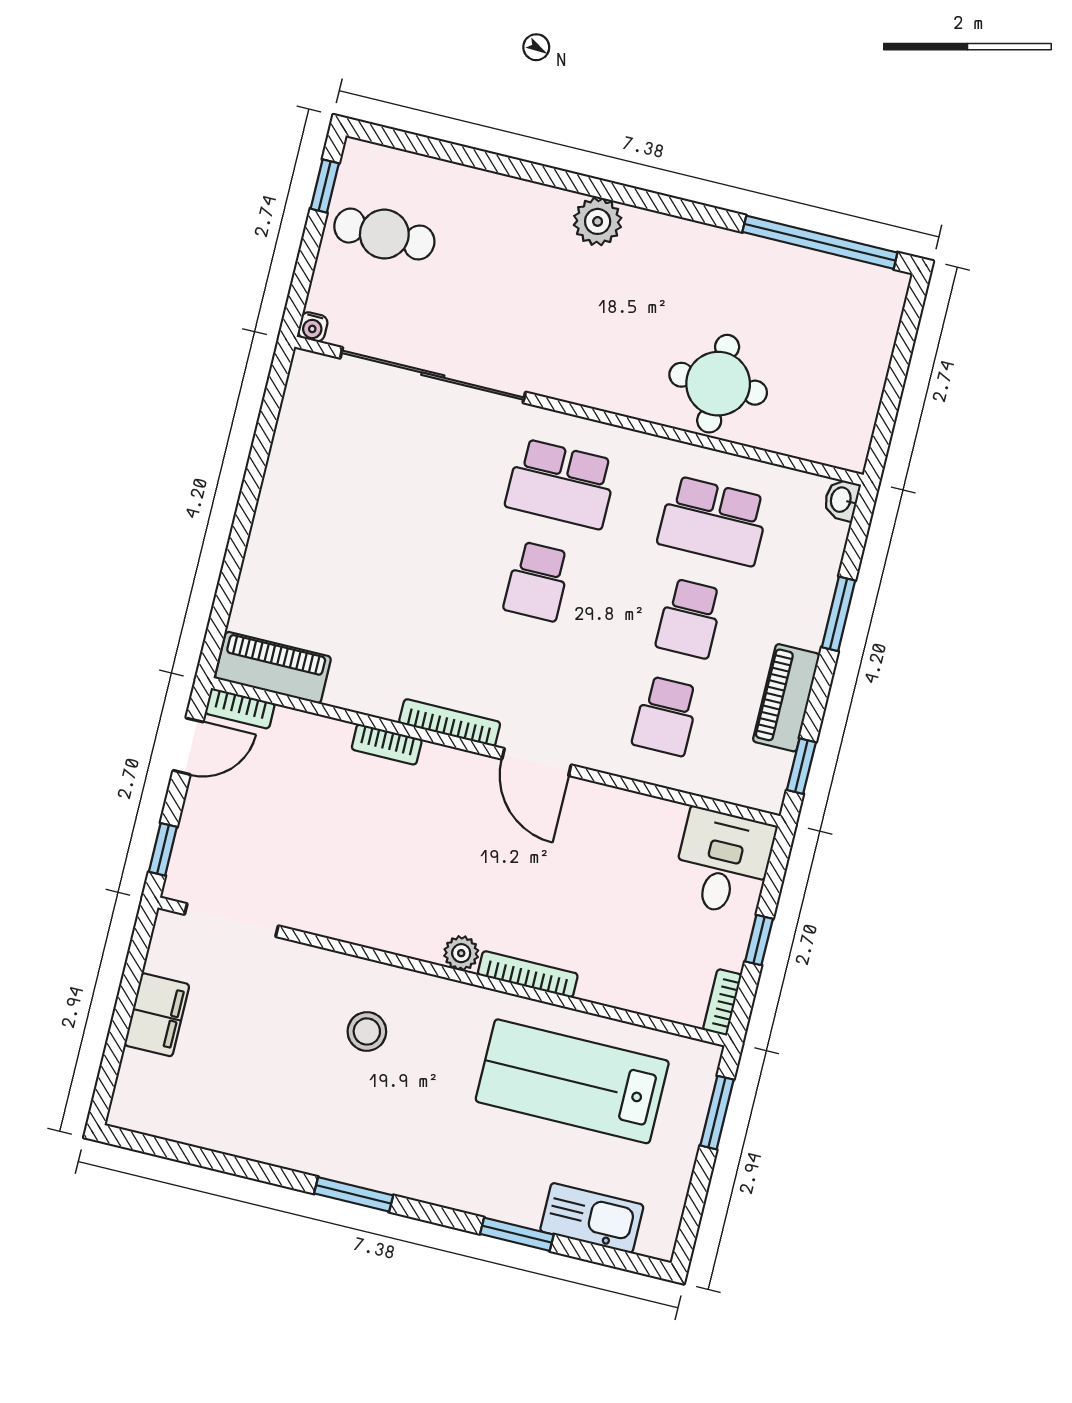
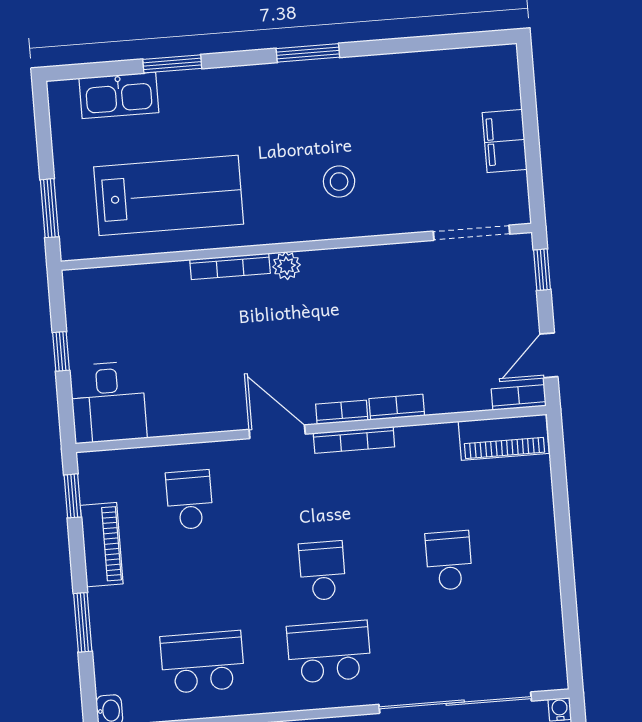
school desk: (690, 619) -> (449, 561), moved
bookcase: (722, 1002) -> (342, 412), moved, turned -90

